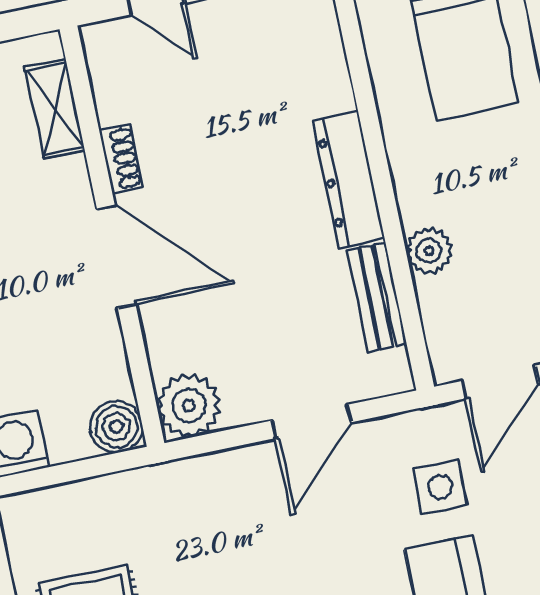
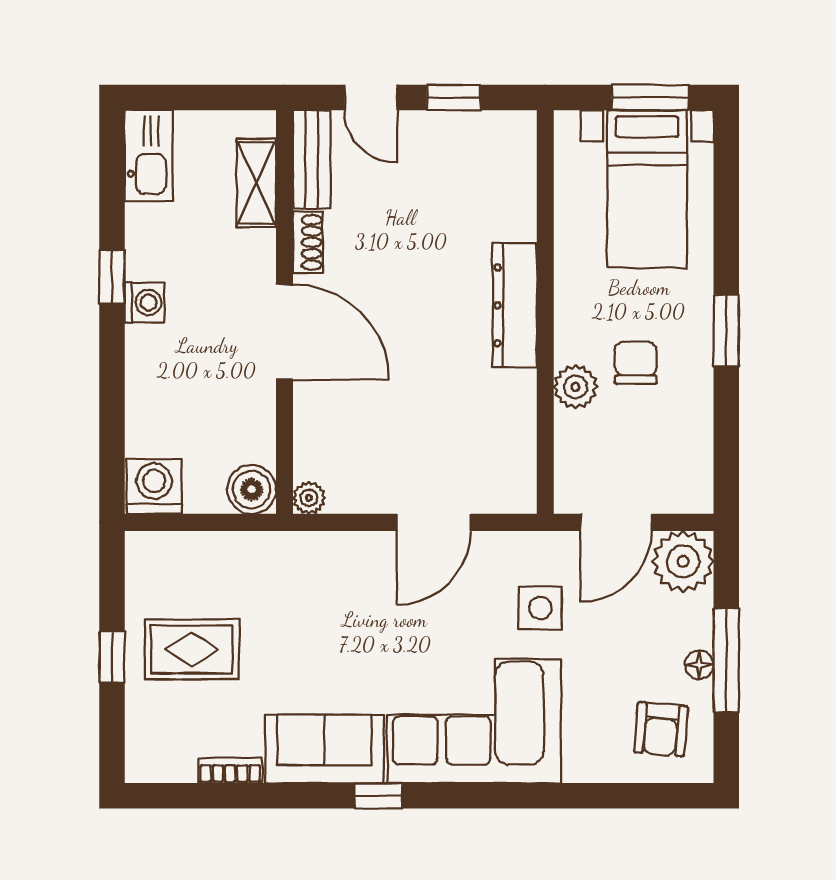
chair: (486, 213) -> (636, 363), added
bench: (377, 297) -> (312, 159), moved
plant: (189, 406) -> (309, 498), width x0.53, depth x0.53

